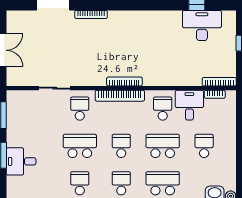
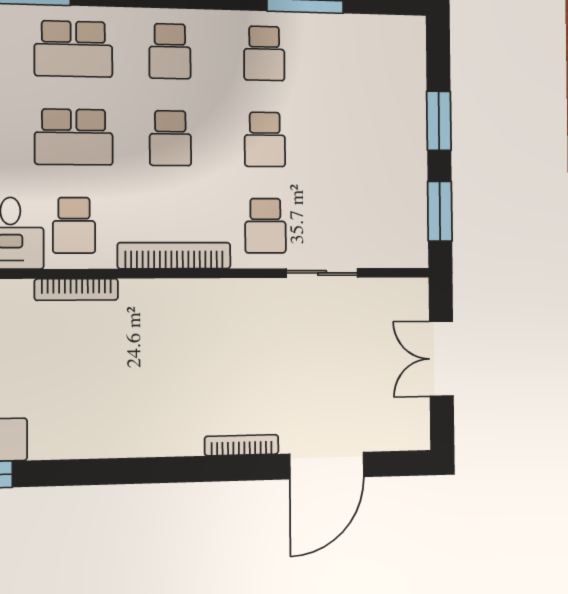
bookcase: (124, 82) -> (76, 289), moved
school desk: (80, 146) -> (265, 139), width x0.54
desk: (21, 161) -> (395, 106), removed

